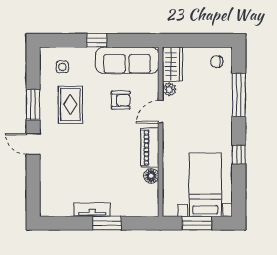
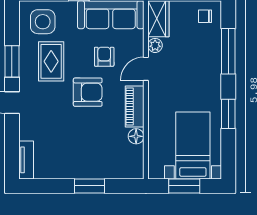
side table: (62, 67) -> (43, 22), width x1.87, depth x1.87
armchair: (121, 100) -> (104, 57), turned -90
armchair: (105, 134) -> (88, 92), added
window: (239, 155) -> (228, 114), width x1.50
tv unit: (92, 210) -> (26, 160), moved, turned 90

